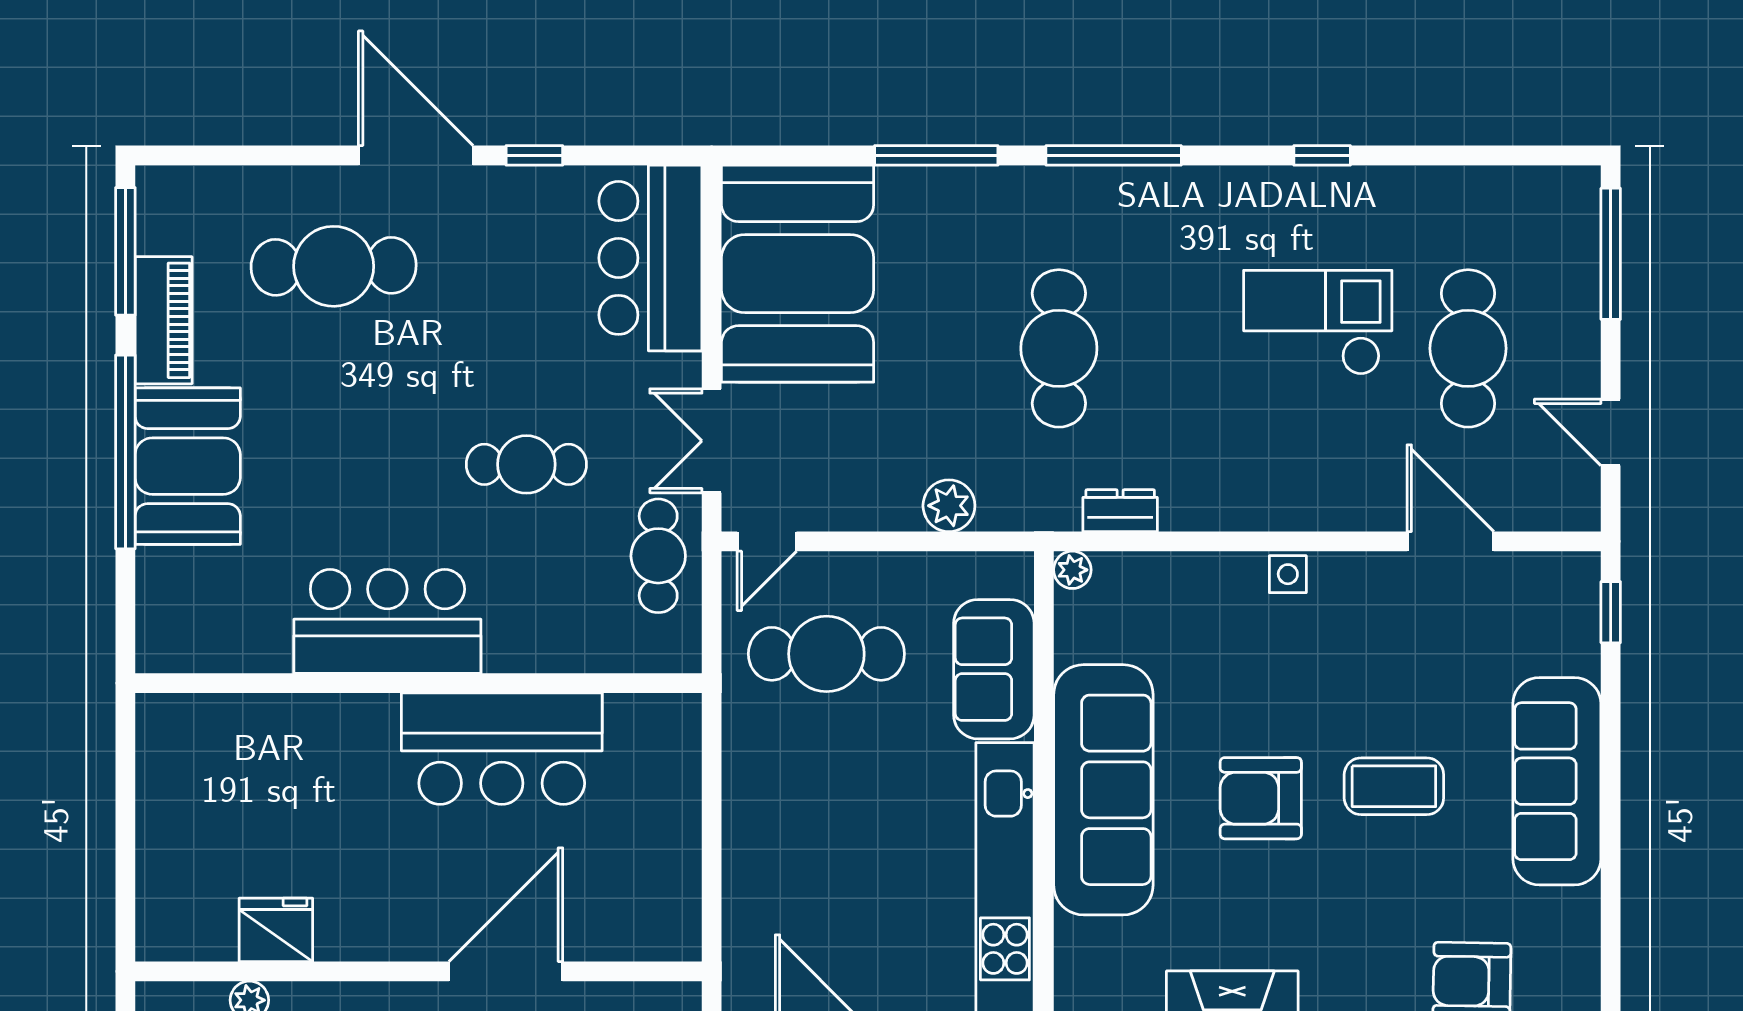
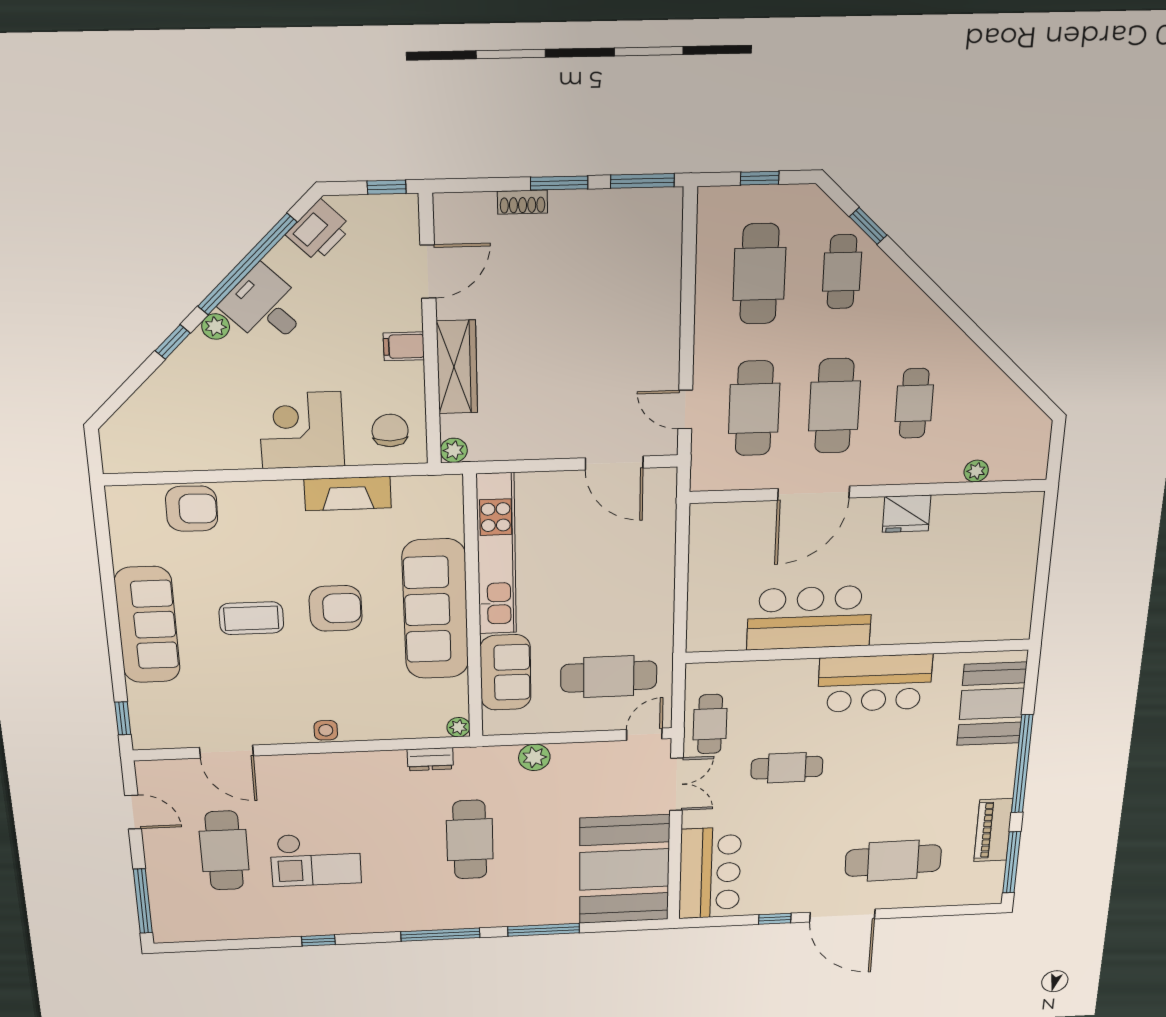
booth: (188, 466) -> (992, 704), moved
fridge: (276, 930) -> (906, 514), moved

